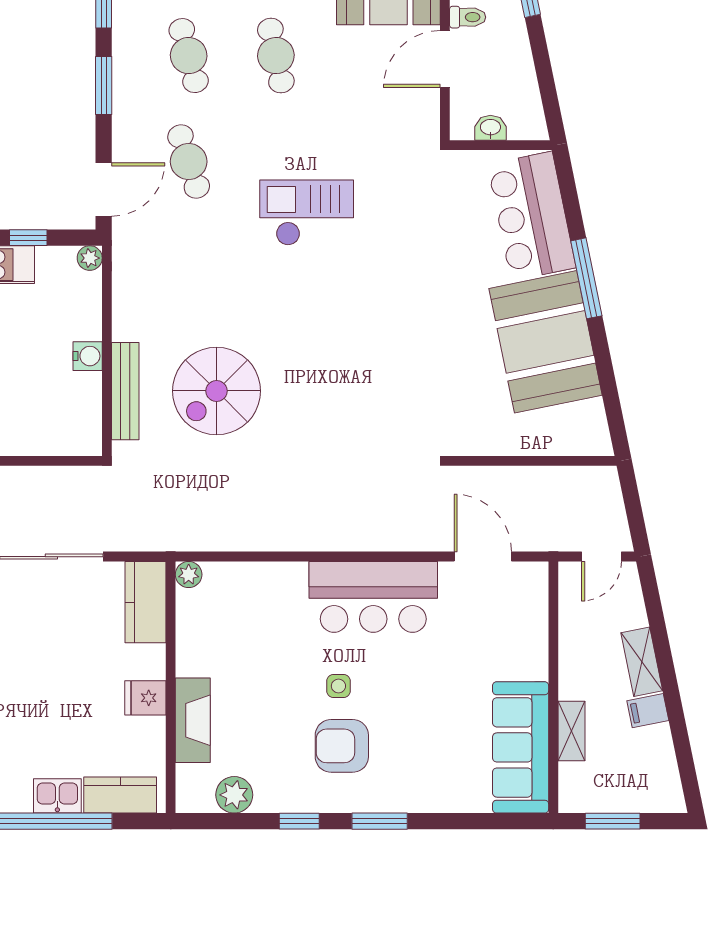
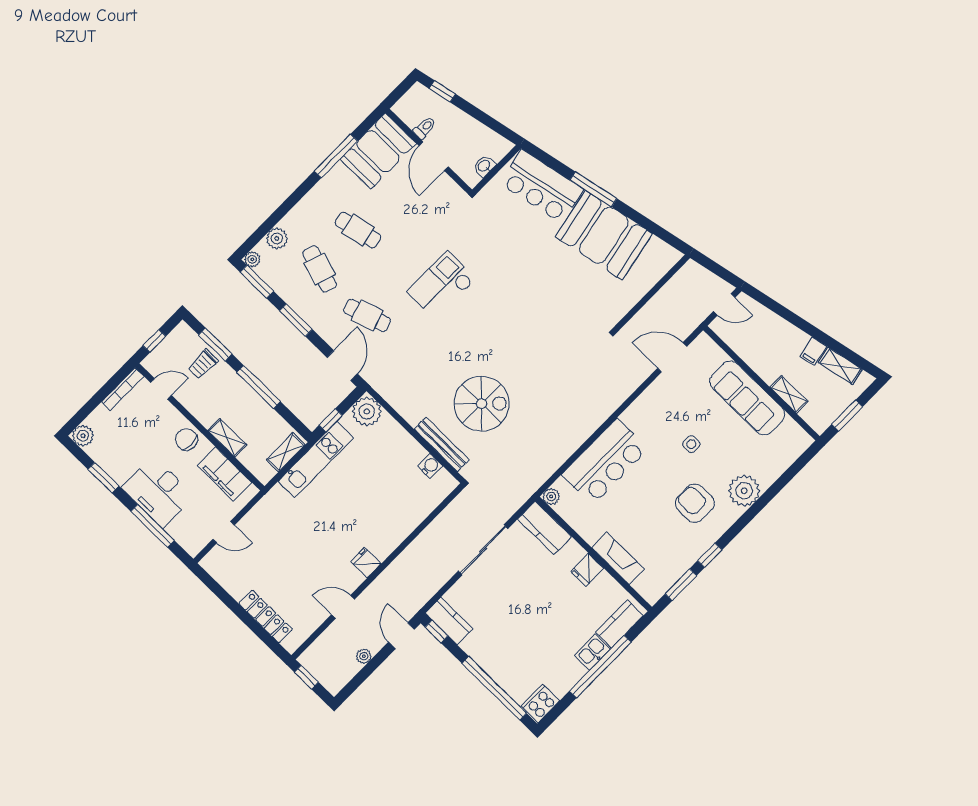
cafe table: (189, 56) -> (320, 269), turned 33
plant: (90, 258) -> (367, 411), width x1.87, depth x1.87
water cooler: (88, 356) -> (430, 466), moved
spiral stairs: (217, 391) -> (482, 404), turned -90
door: (602, 557) -> (724, 304), hinge flipped
bar counter: (373, 597) -> (605, 462), moved
shelving: (642, 662) -> (840, 366), moved
side table: (338, 686) -> (691, 444), moved
armchair: (342, 746) -> (695, 503), turned 90
sofa: (521, 747) -> (747, 398), moved
plant: (234, 795) -> (744, 491), moved, width x1.36, depth x1.36
window: (380, 821) -> (681, 585), moved

